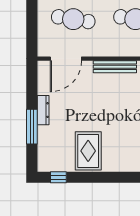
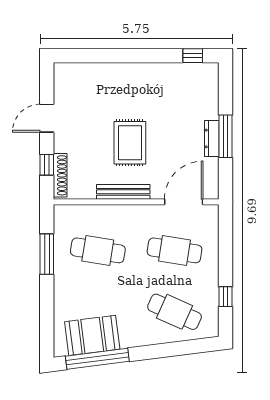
window: (32, 127) -> (226, 136), moved
rug: (88, 151) -> (130, 143), moved

